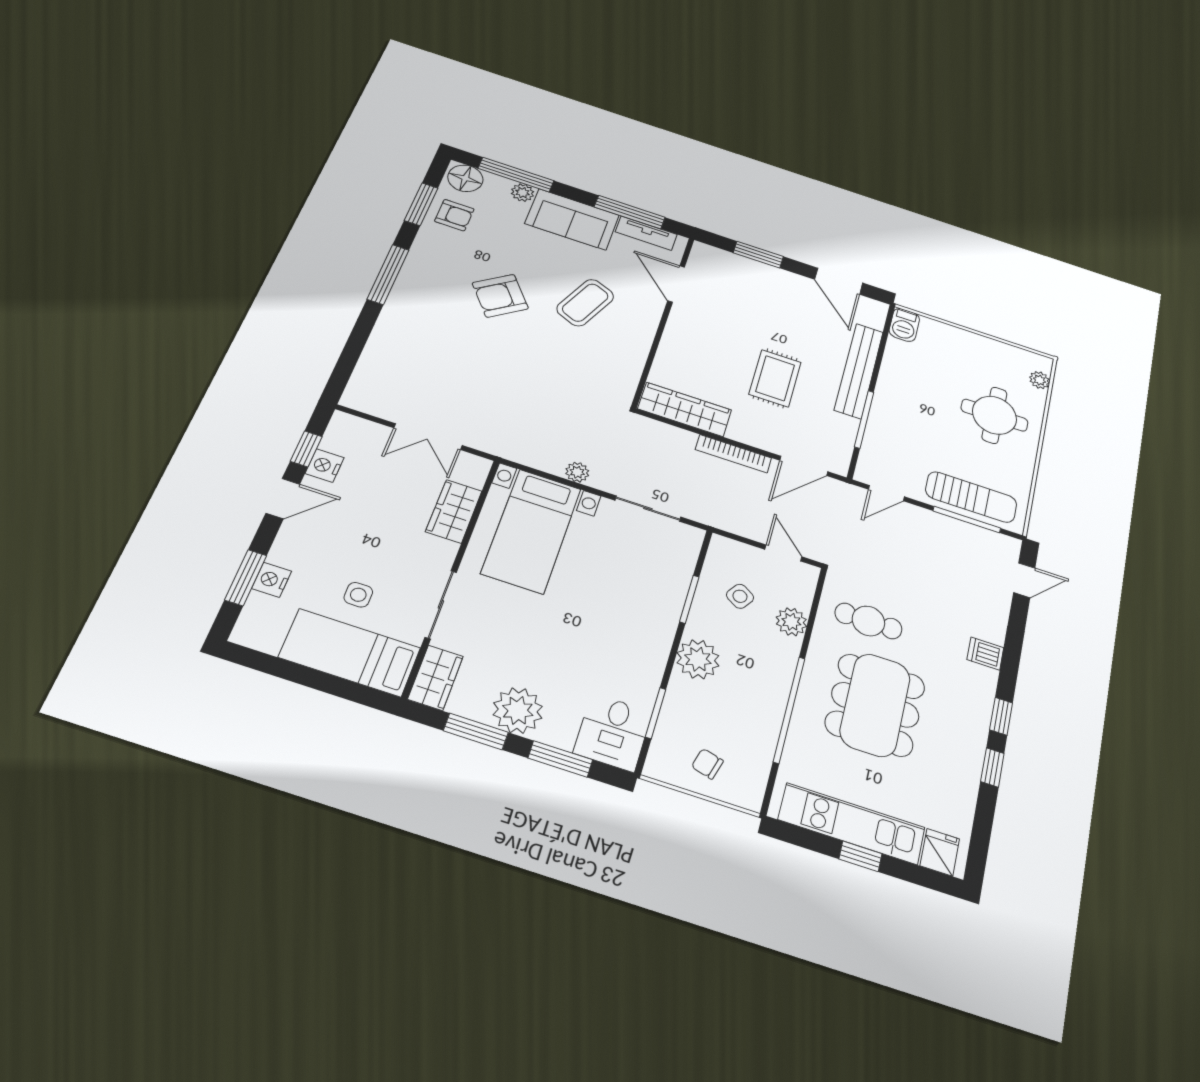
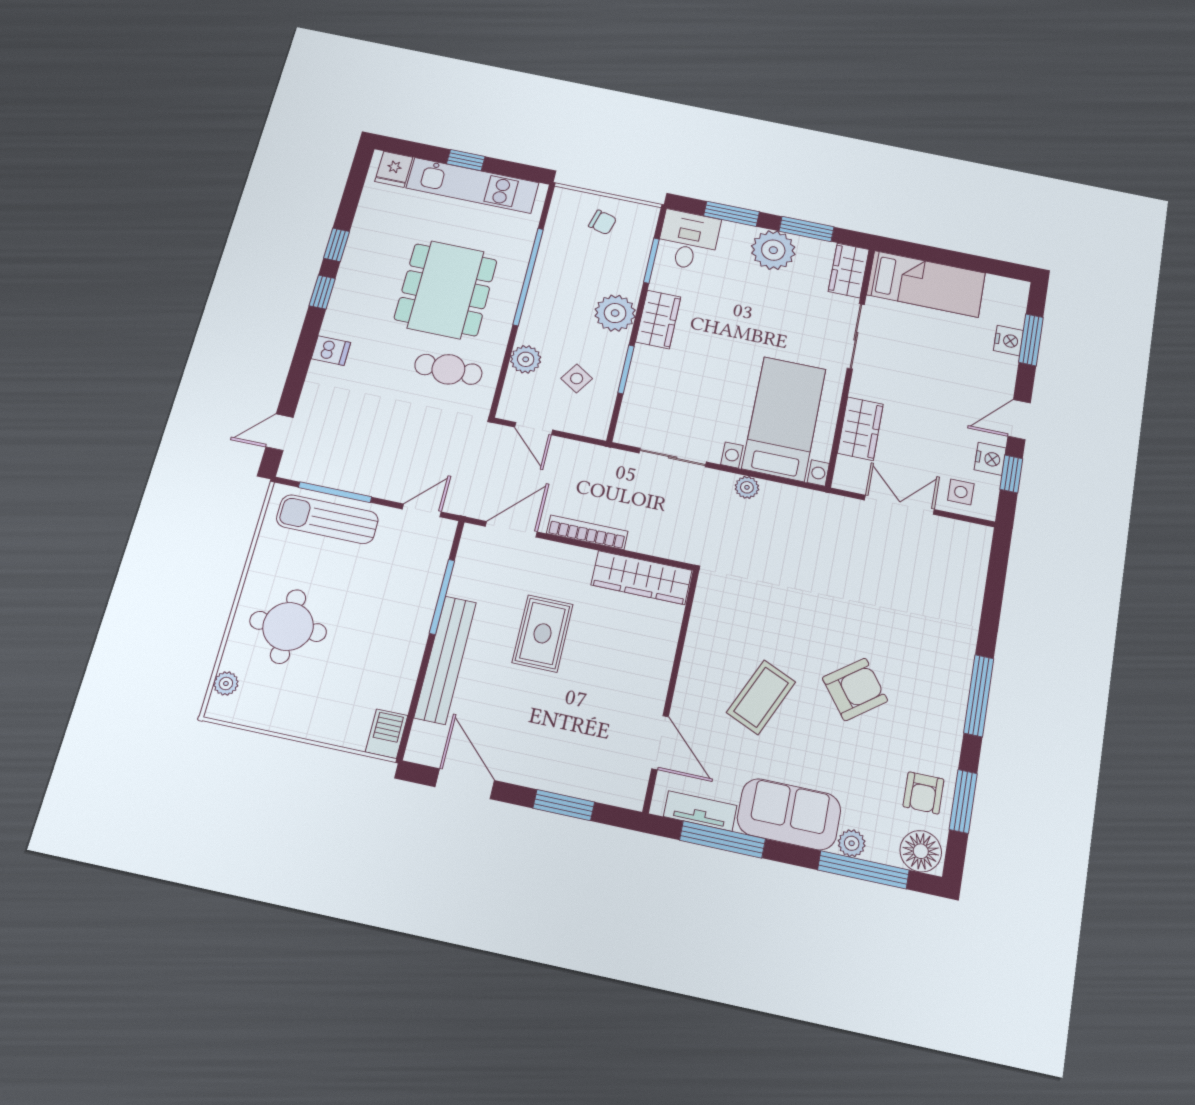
armchair: (454, 215) -> (924, 793), turned -90
side table: (358, 595) -> (961, 492), moved
wardrobe: (653, 647) -> (658, 319), added

